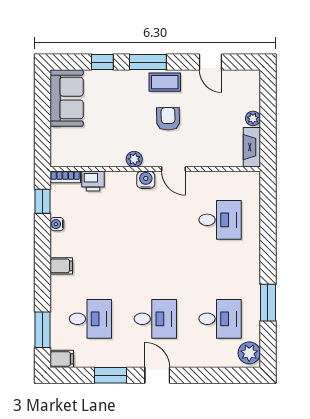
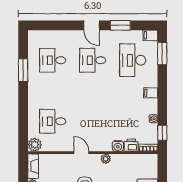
water cooler: (146, 180) -> (118, 146), moved
desk: (90, 319) -> (133, 60), width x1.37
plant: (249, 353) -> (35, 145), moved

